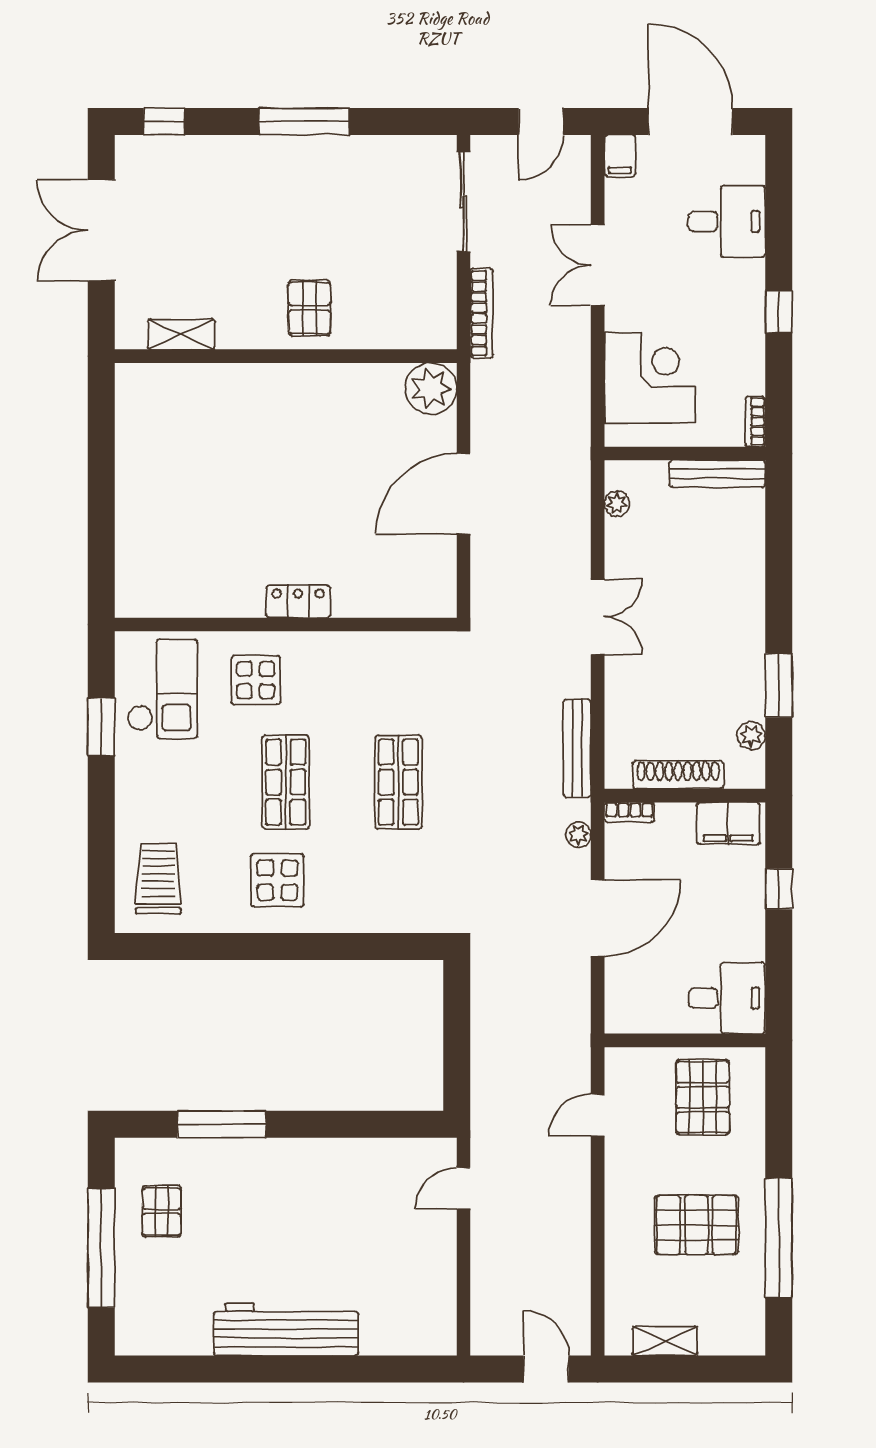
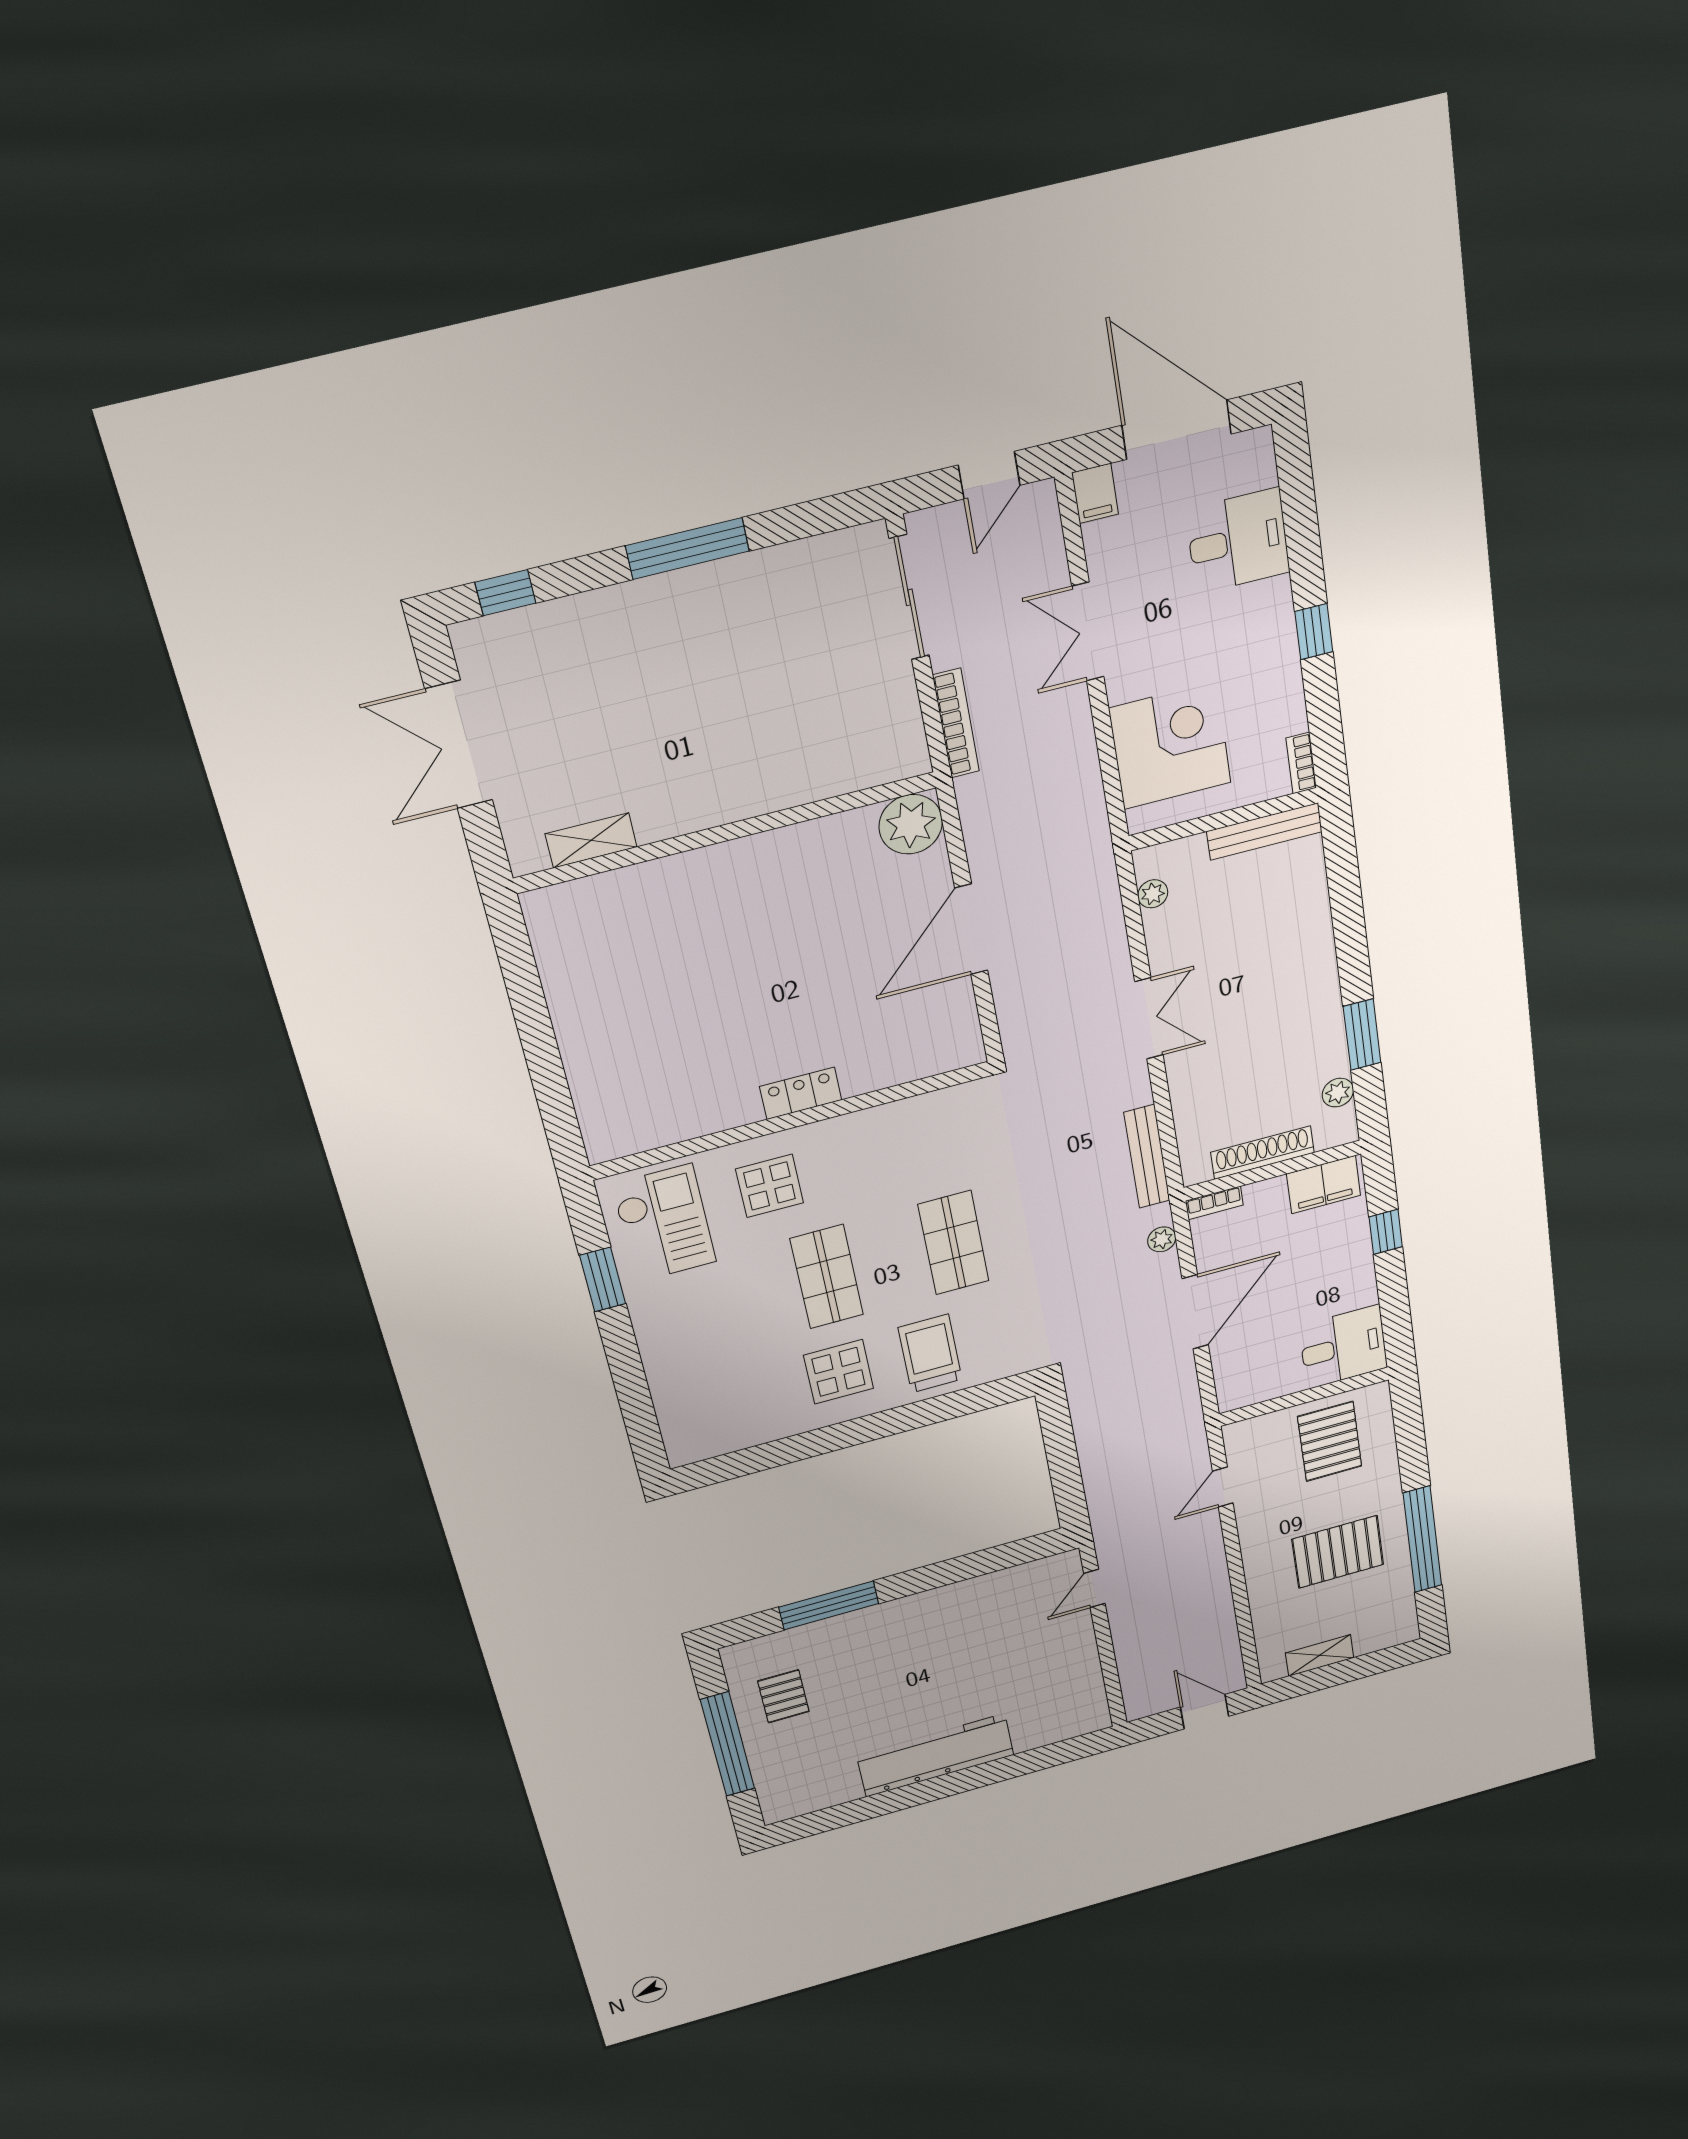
pallet: (310, 308) -> (743, 770), removed
trolley: (158, 879) -> (930, 1353), moved

